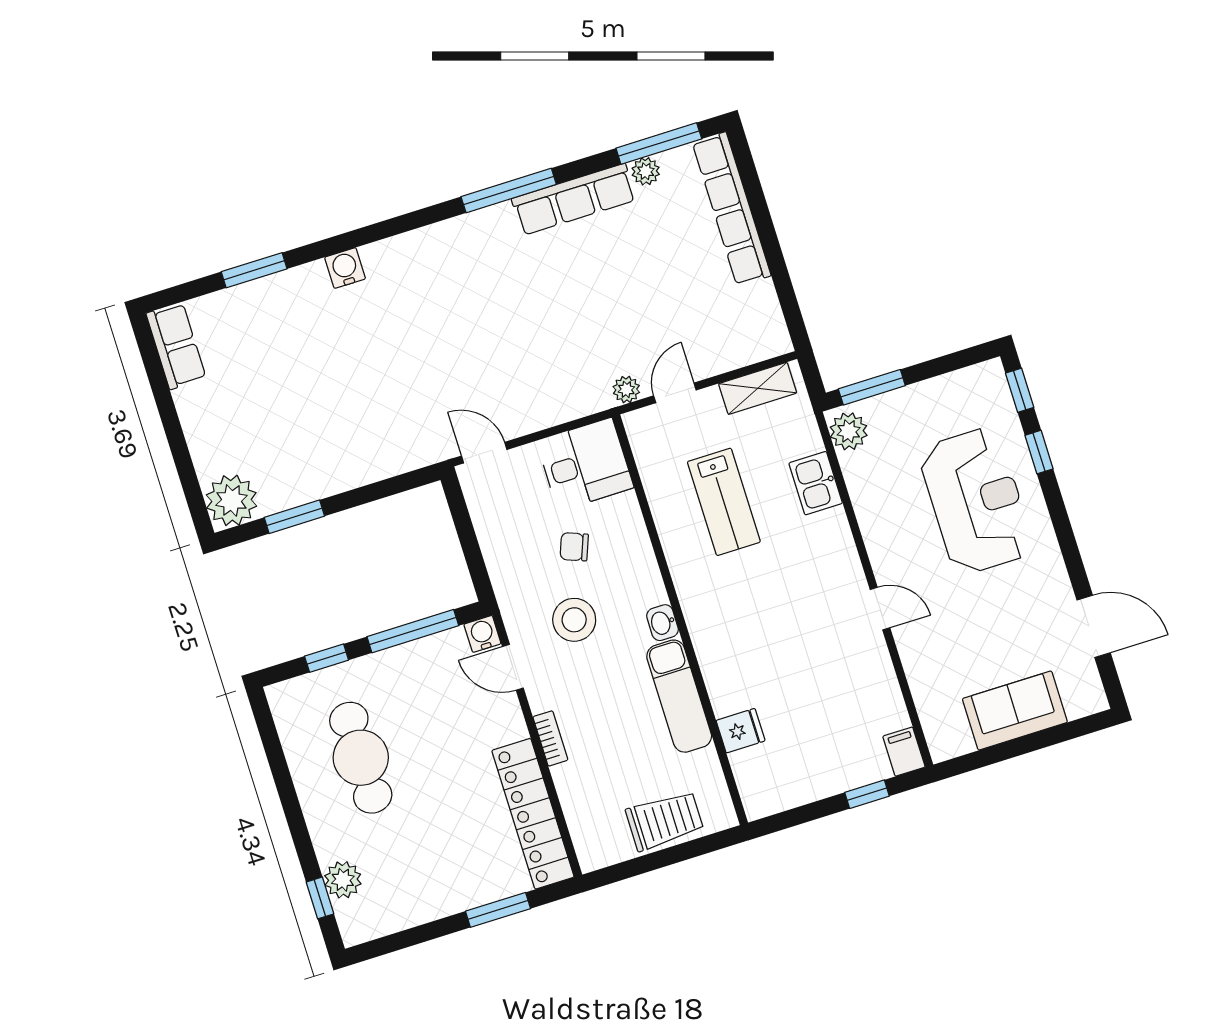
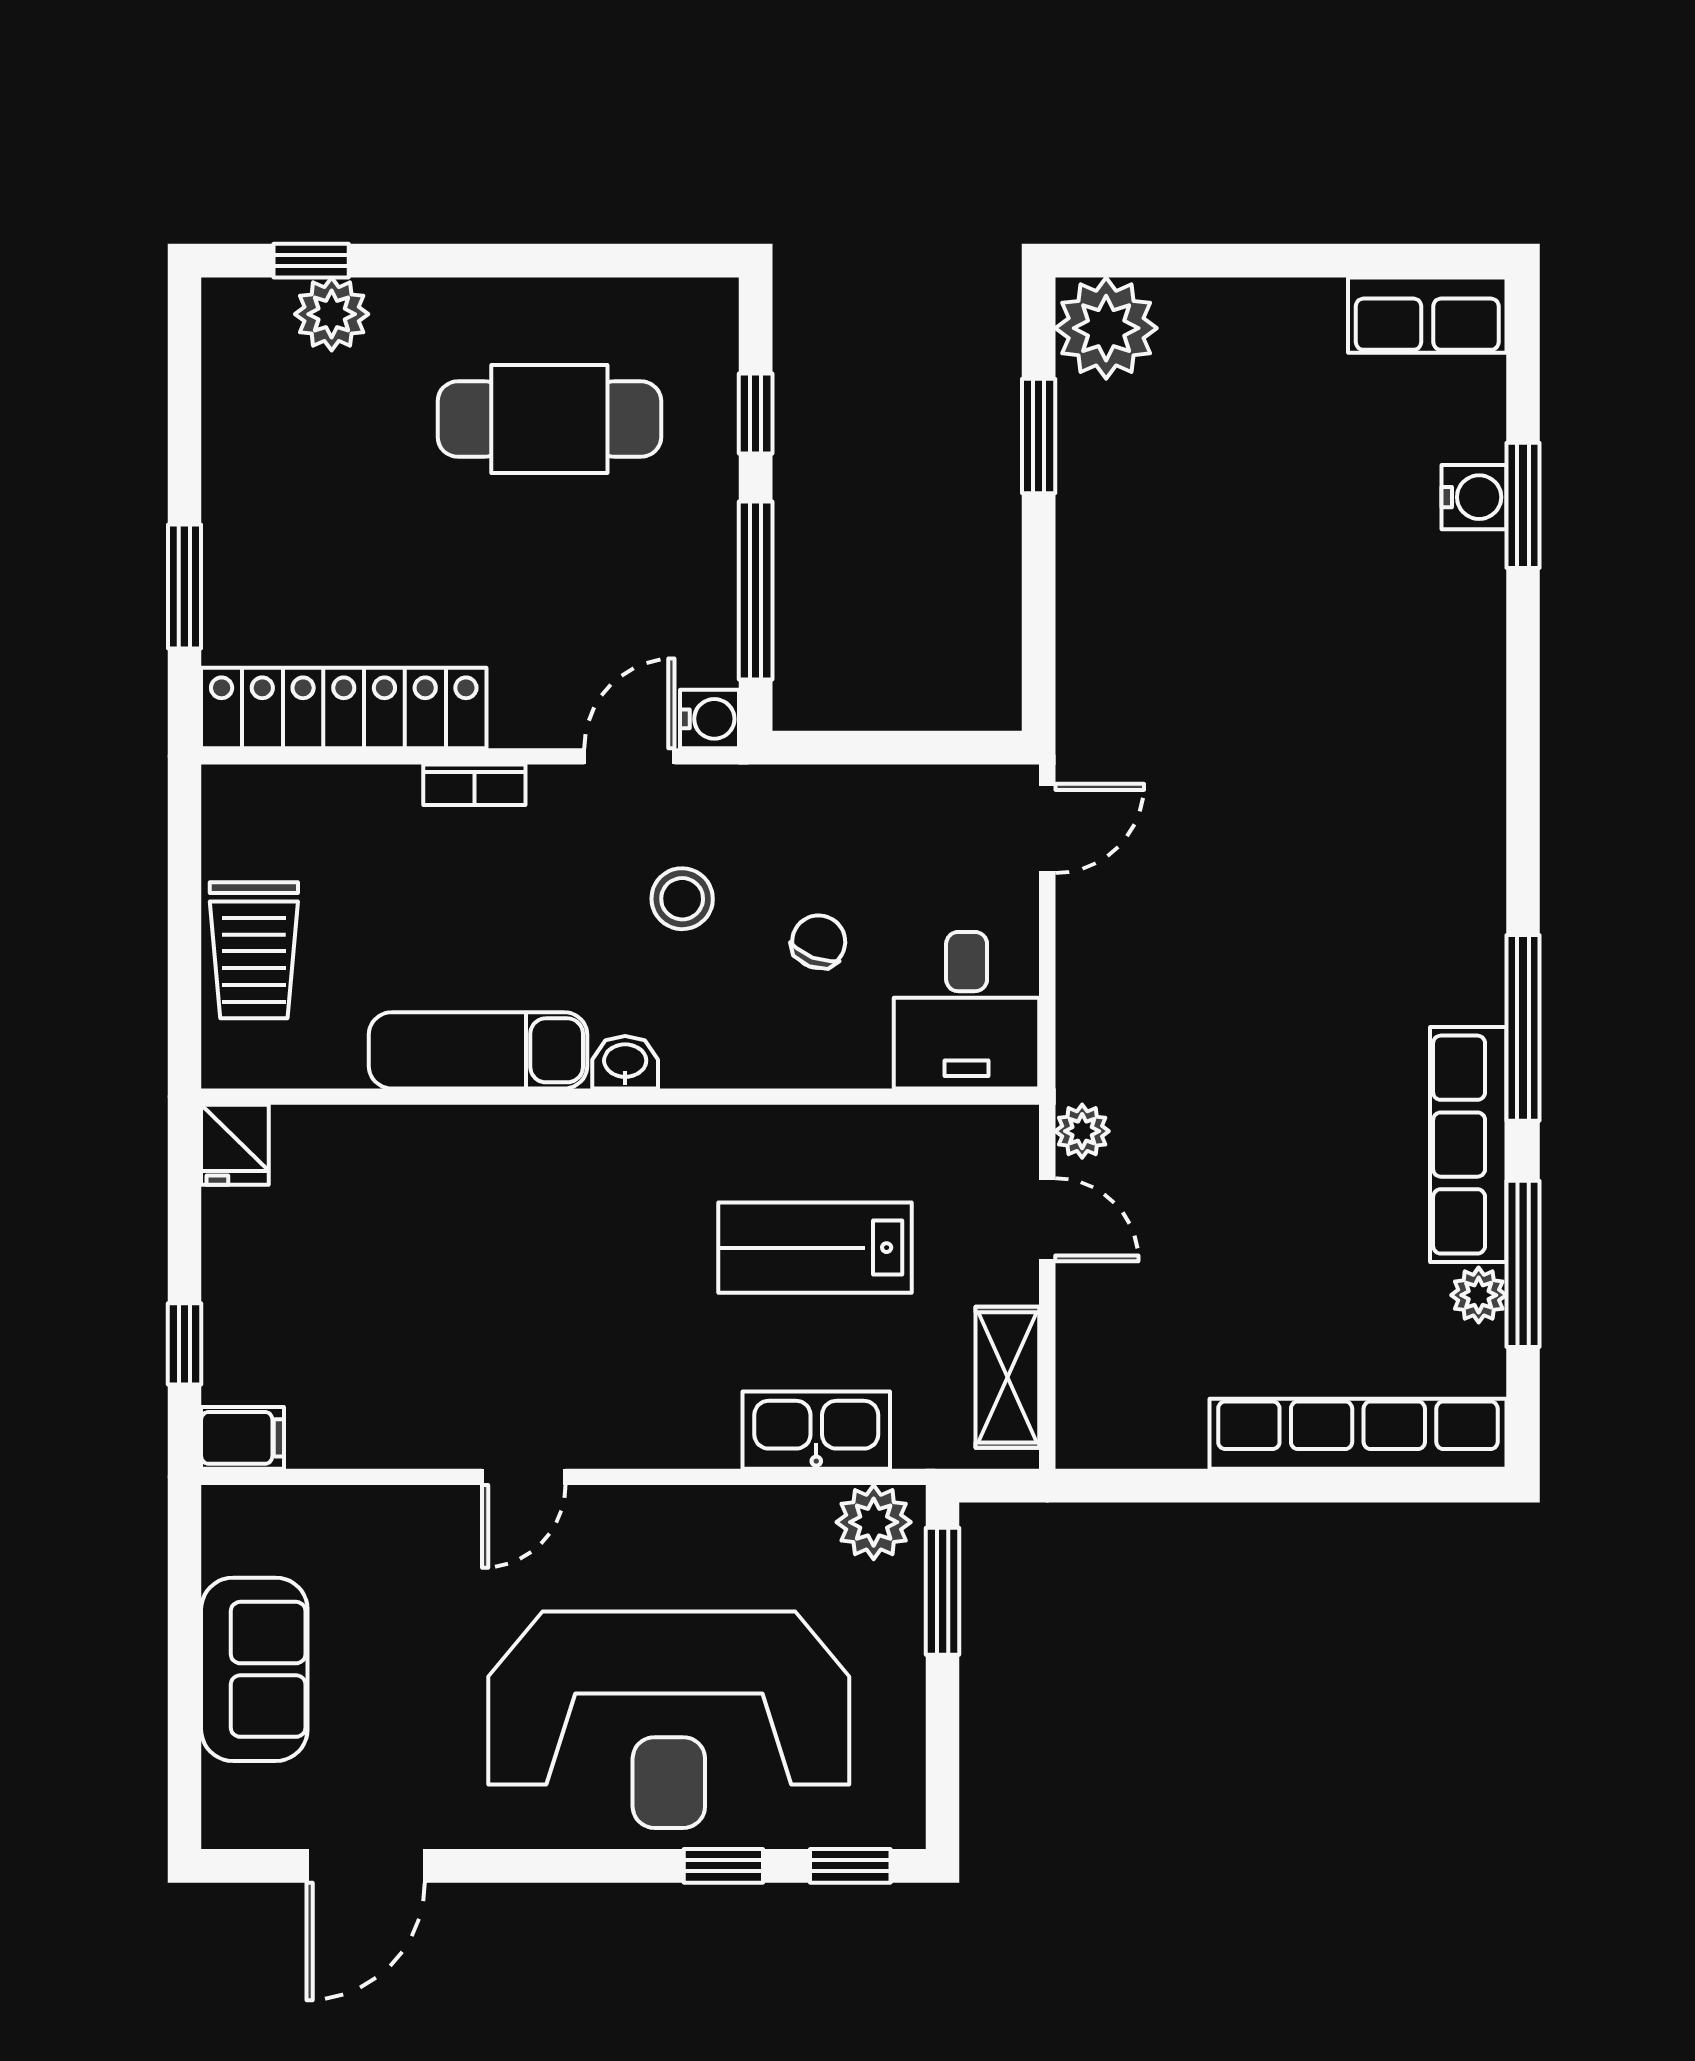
window: (659, 143) -> (1523, 1264), moved
water cooler: (345, 268) -> (1474, 497), moved
kitchen sink: (816, 483) -> (816, 1430), width x1.38
reception desk: (976, 501) -> (669, 1720), width x1.36, depth x1.30
stool: (574, 620) -> (682, 899), width x0.73, depth x0.73
fridge: (741, 731) -> (235, 1145), moved

